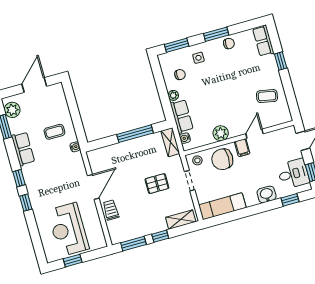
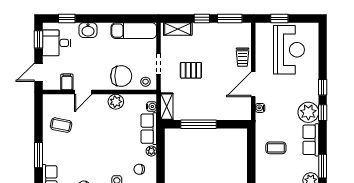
window: (281, 61) -> (38, 155), width x1.50
water cooler: (75, 147) -> (260, 108), moved
filing cabinet: (242, 148) -> (67, 82), moved
plant: (33, 175) -> (308, 112), added
window: (73, 261) -> (279, 19), moved

